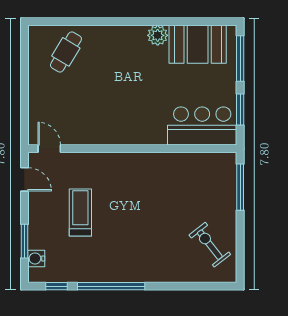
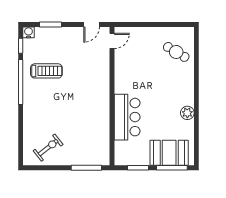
booth: (198, 44) -> (169, 153), moved, turned 90
bar counter: (202, 126) -> (127, 117), moved
treadmill: (80, 212) -> (46, 71), moved
water cooler: (36, 258) -> (28, 32), moved

